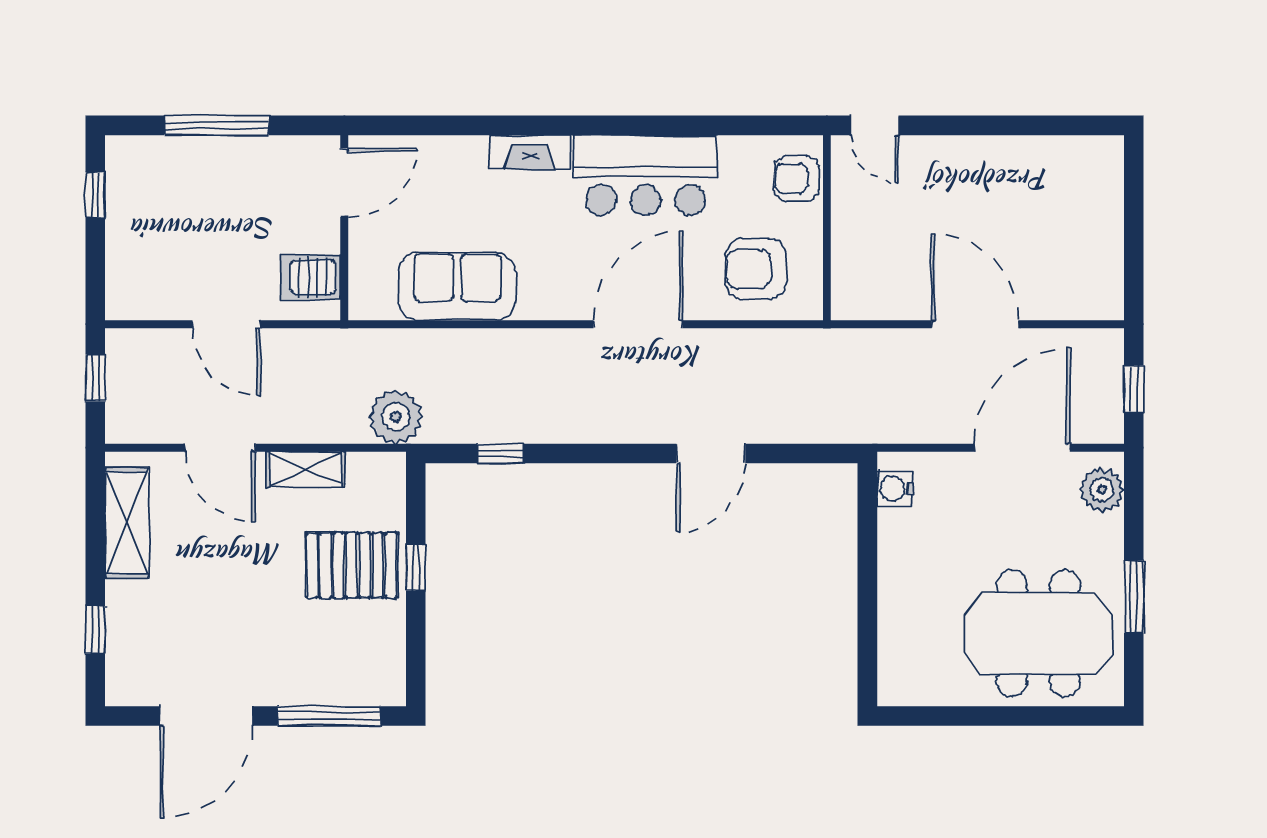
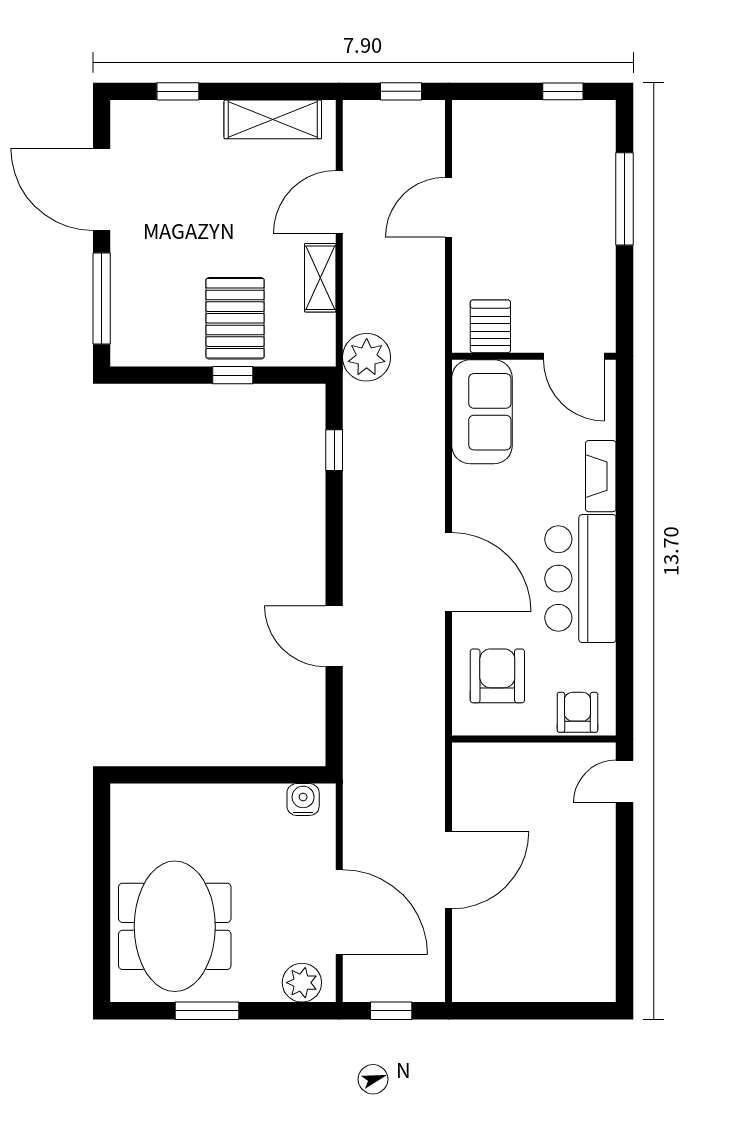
door: (344, 183) -> (574, 356), moved
wall: (344, 228) -> (534, 356), moved
server rack: (311, 277) -> (490, 326), moved

